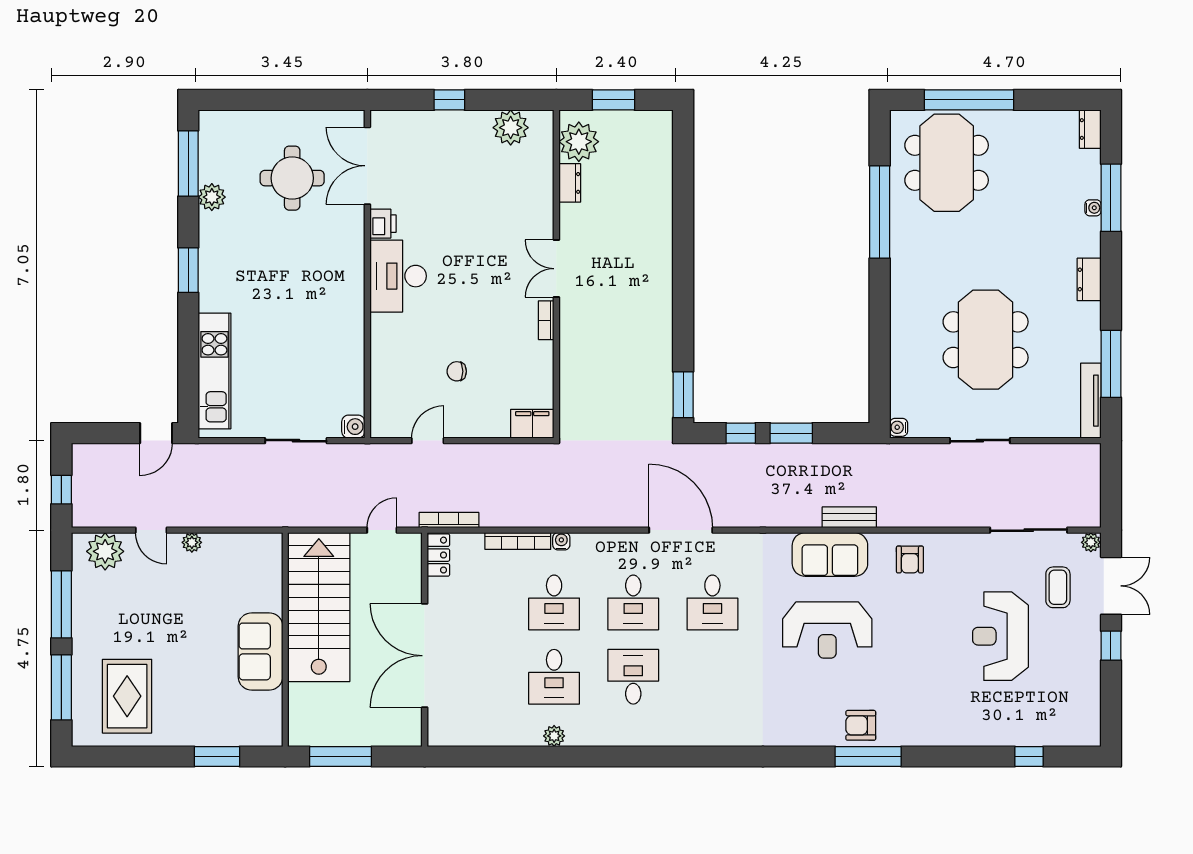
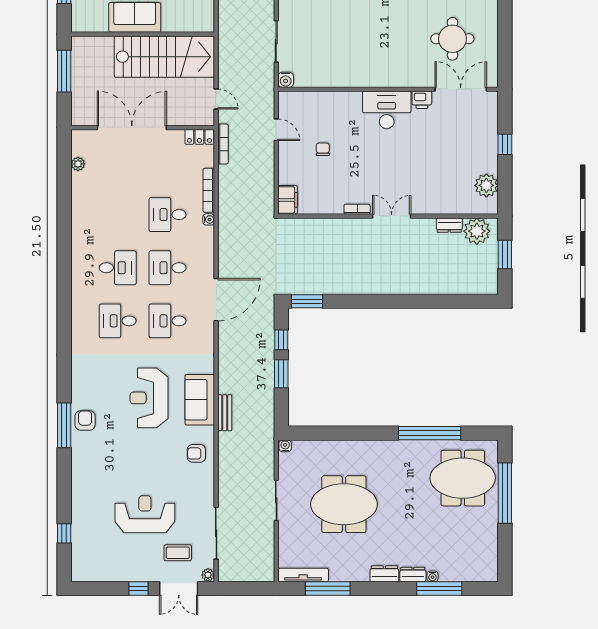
dresser: (1090, 129) -> (413, 575), moved
desk: (554, 677) -> (118, 321), moved
plant: (554, 736) -> (78, 164), moved

